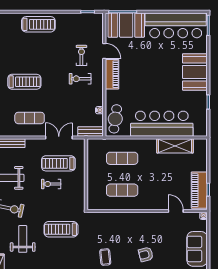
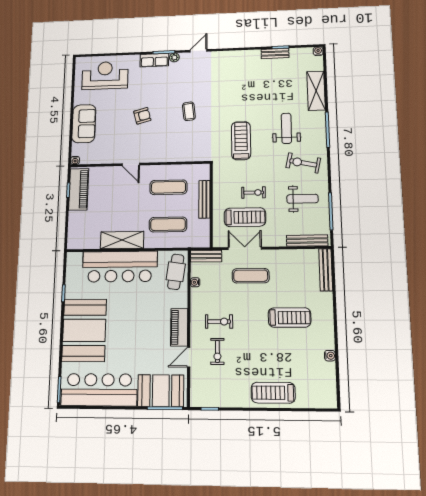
door: (104, 51) -> (189, 357), hinge flipped
booth: (195, 72) -> (84, 330), width x1.36, depth x1.42
treadmill: (24, 82) -> (289, 317), turned 180
exercise mat: (30, 118) -> (251, 276), moved
double door: (59, 137) -> (245, 248), swing flipped
shelving: (175, 146) -> (122, 240), moved
bench: (92, 179) -> (204, 199), added
door: (176, 211) -> (131, 164), moved
treadmill: (61, 229) -> (241, 141), turned -90
weight bench: (23, 239) -> (286, 128), turned 180

